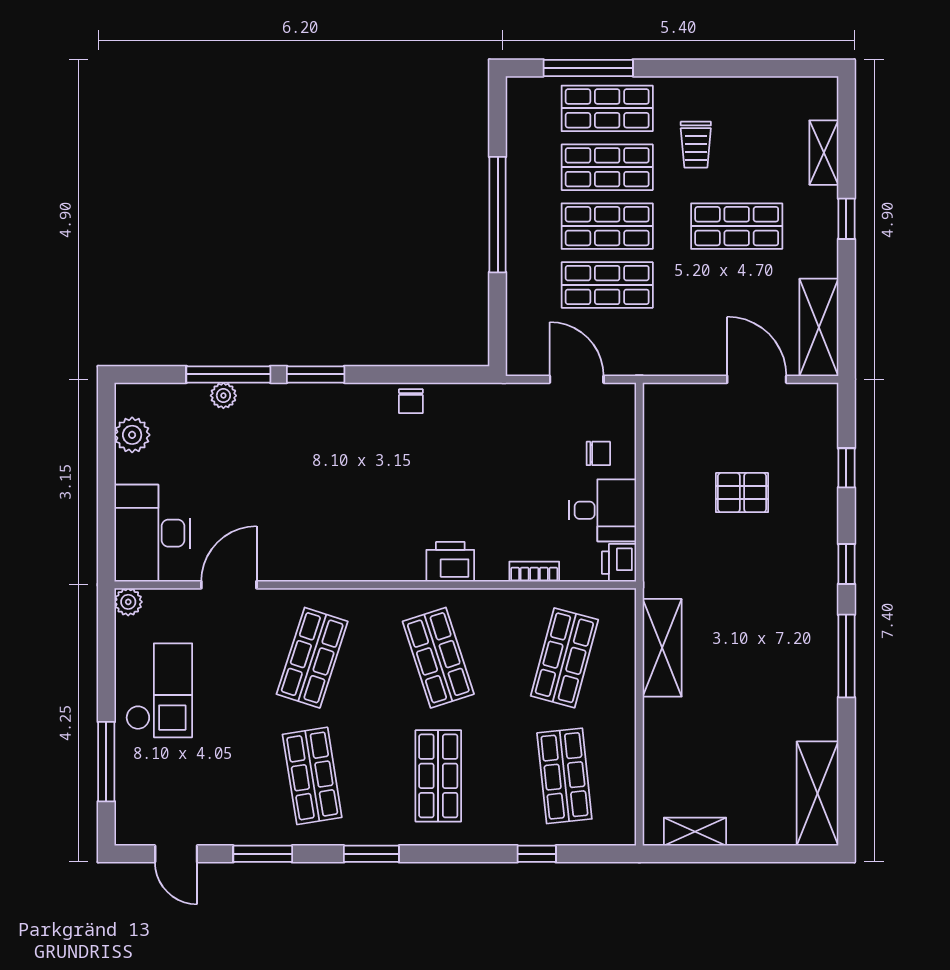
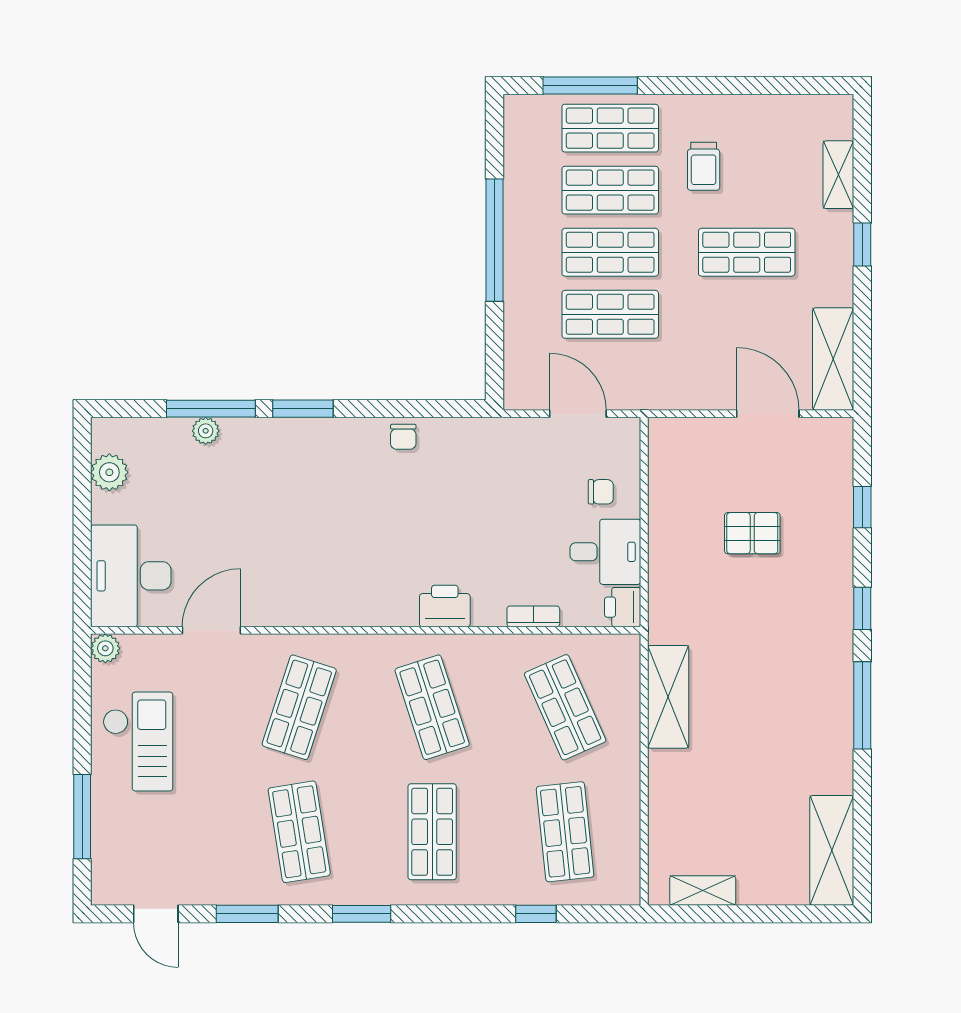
shop shelf: (564, 658) -> (565, 707), turned -39

